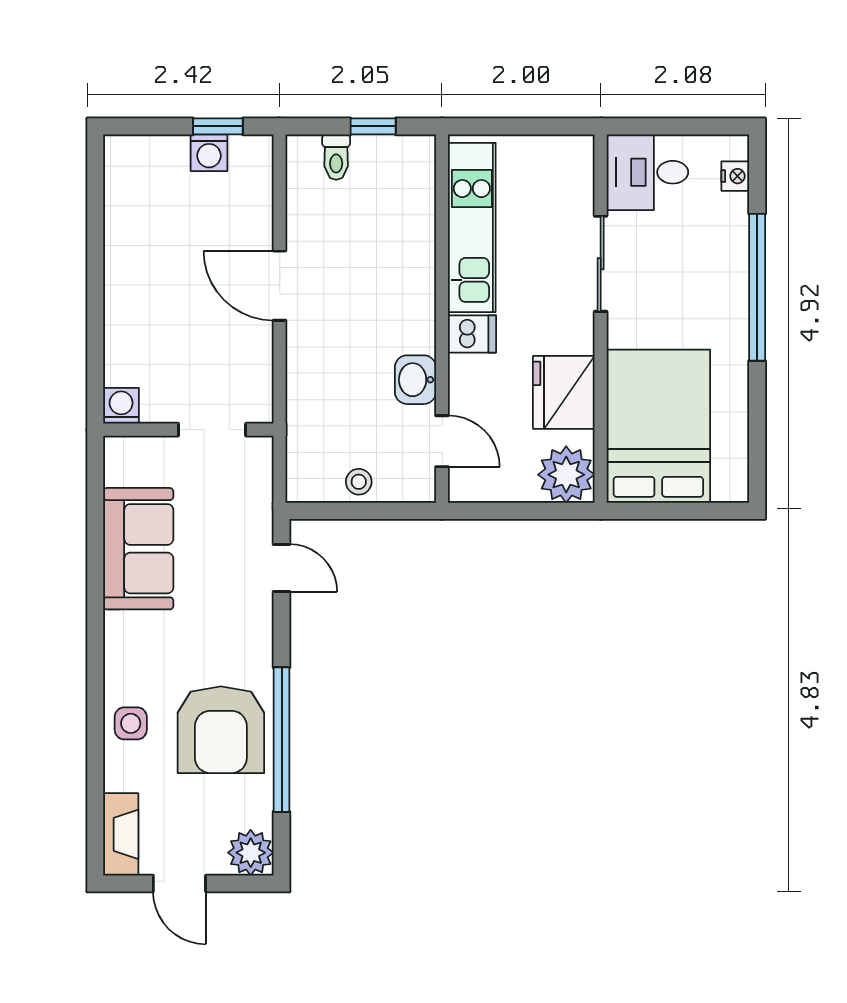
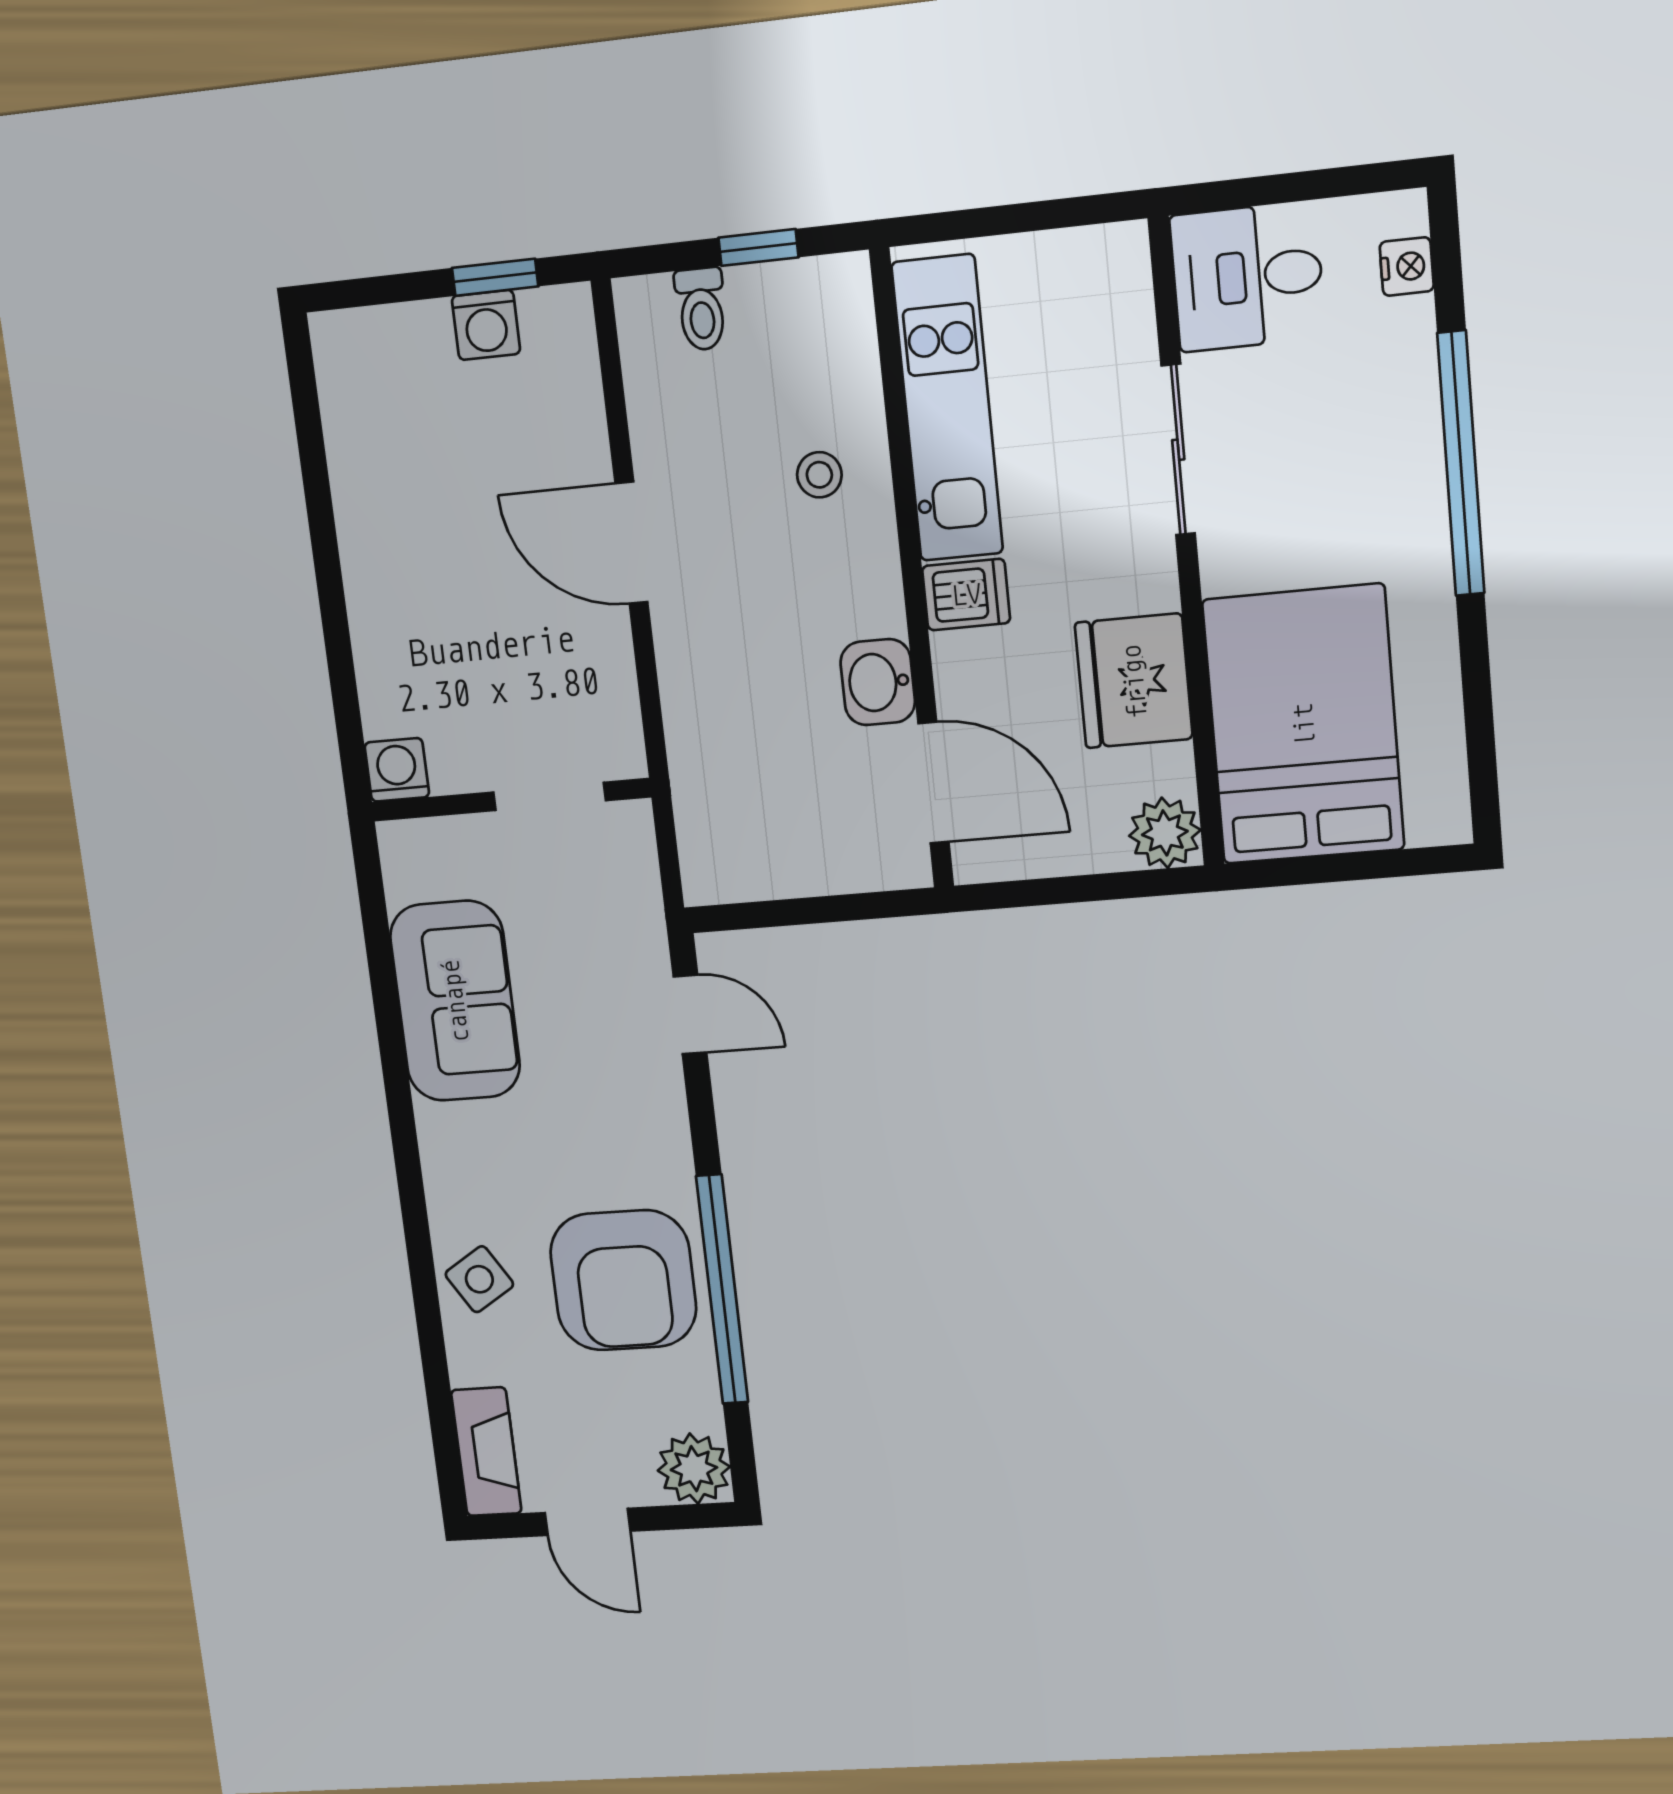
door: (442, 441) -> (934, 783), width x1.38
plant: (566, 475) -> (1165, 833), width x0.73, depth x0.73
stool: (359, 482) -> (819, 475), moved
side table: (131, 723) -> (479, 1279), turned -32

